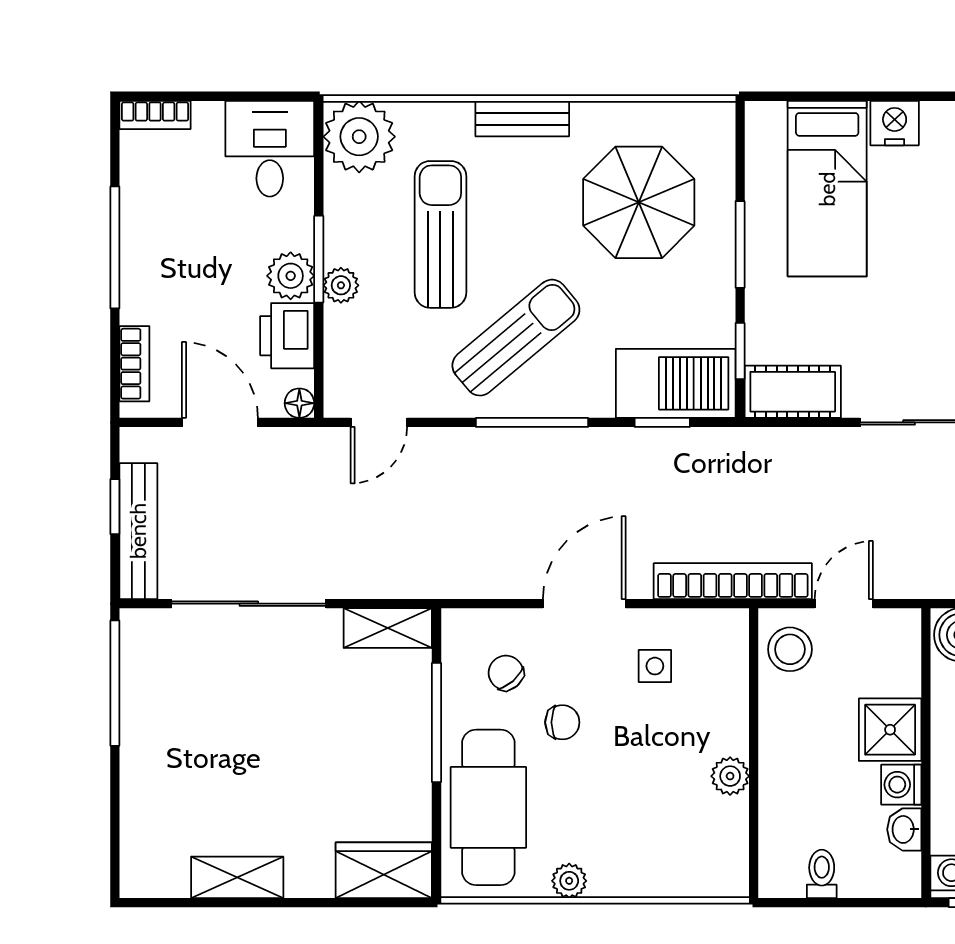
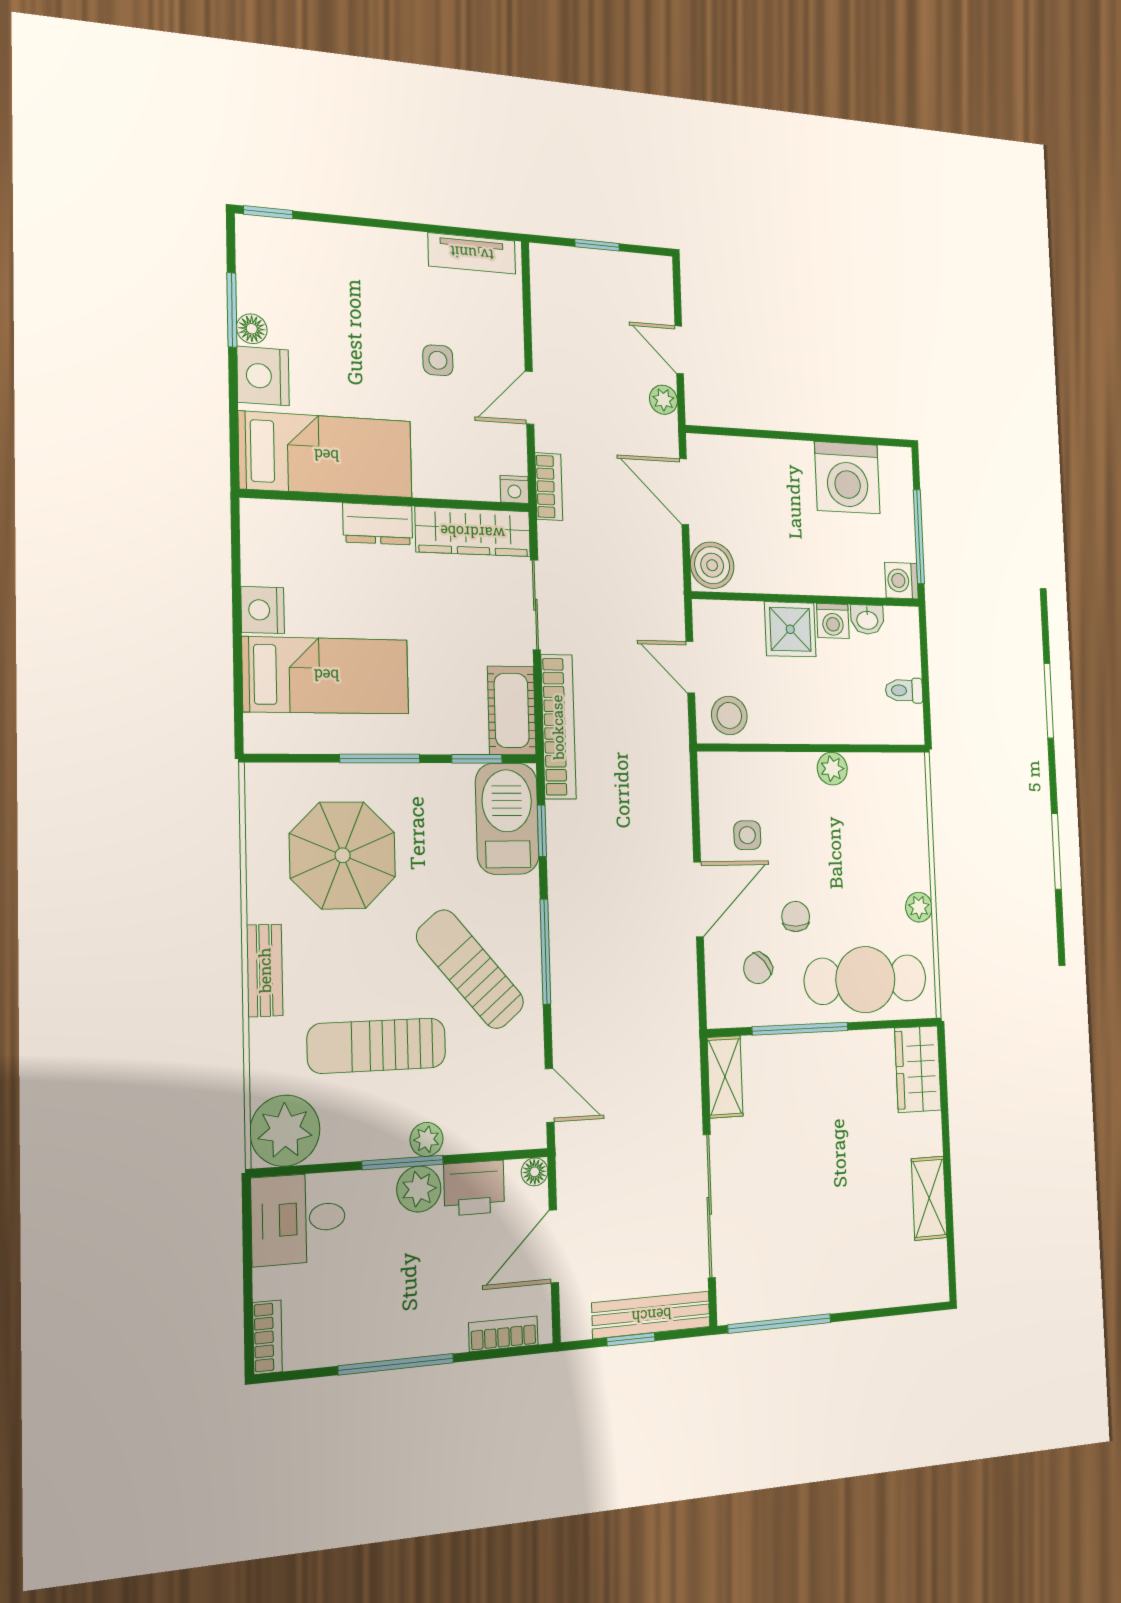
bookcase: (733, 581) -> (558, 727), moved, turned 180
door: (584, 604) -> (698, 899), swing flipped

